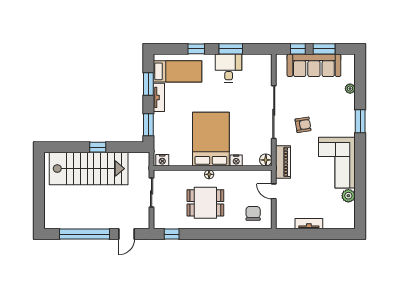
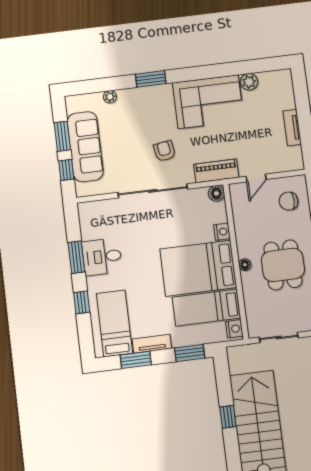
bed: (181, 141) -> (206, 308), added

